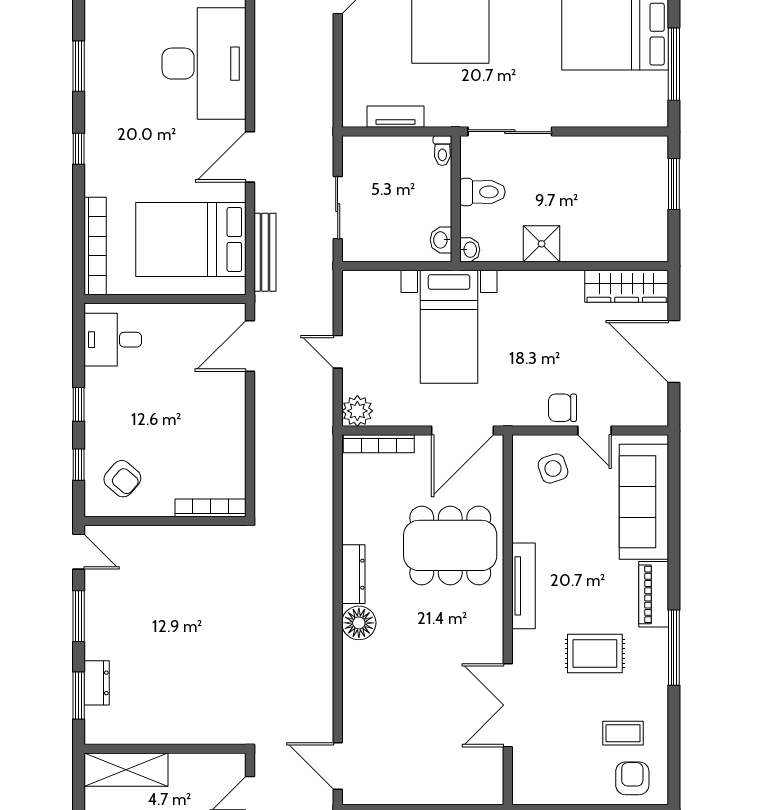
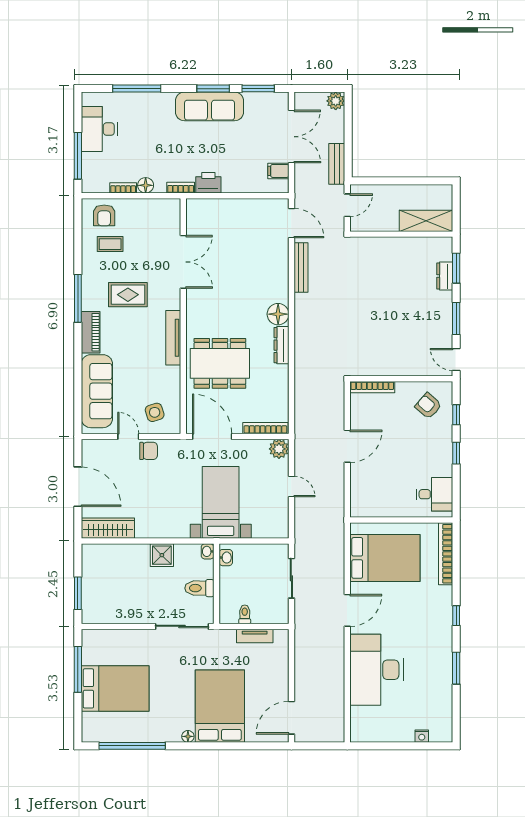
toilet: (442, 151) -> (245, 614), moved
bench: (265, 252) -> (301, 267), moved
door: (250, 346) -> (347, 446), moved
door: (462, 431) -> (212, 436), hinge flipped

